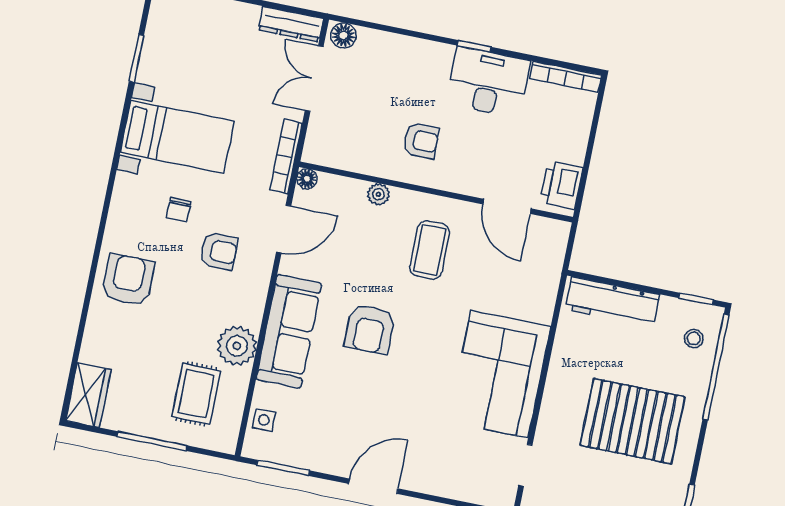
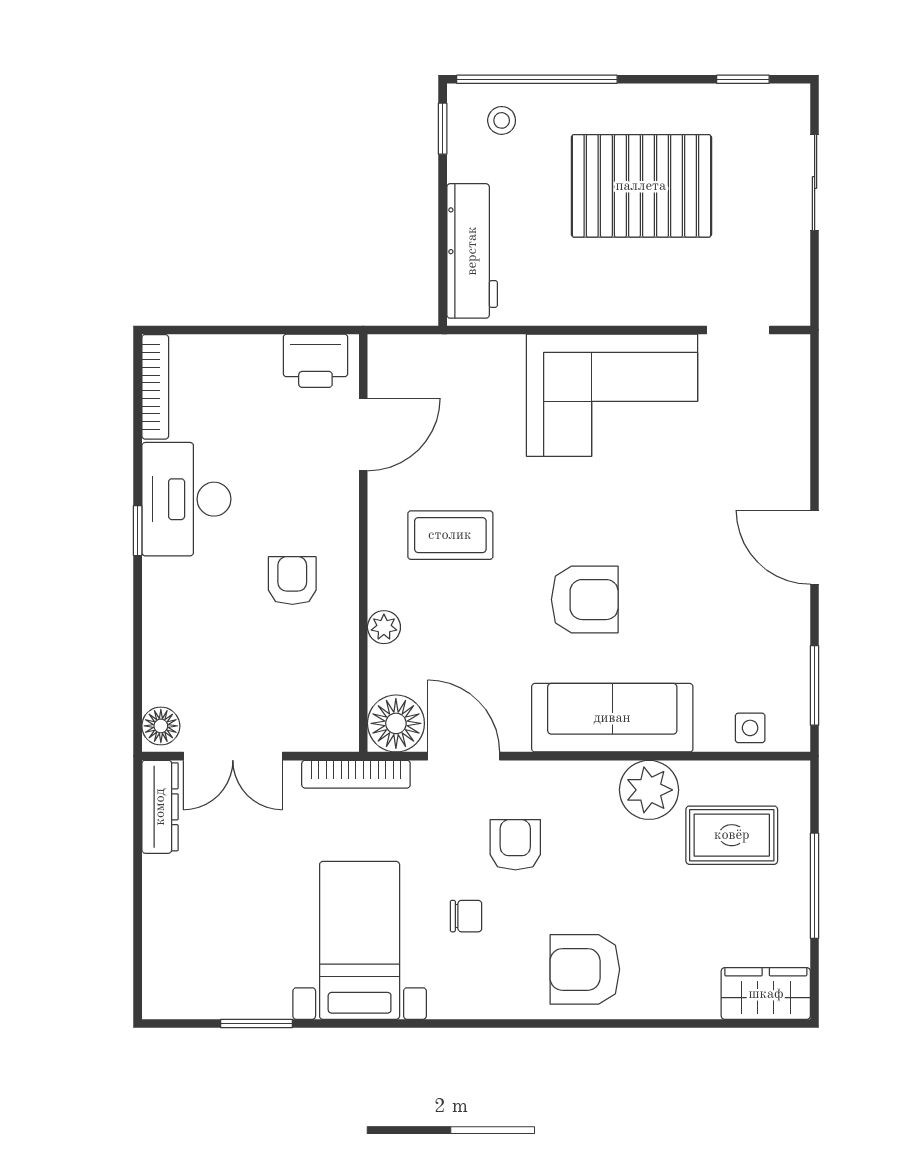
floor lamp: (307, 179) -> (396, 723), width x1.89, depth x1.89
pallet: (632, 421) -> (641, 186), turned 90

